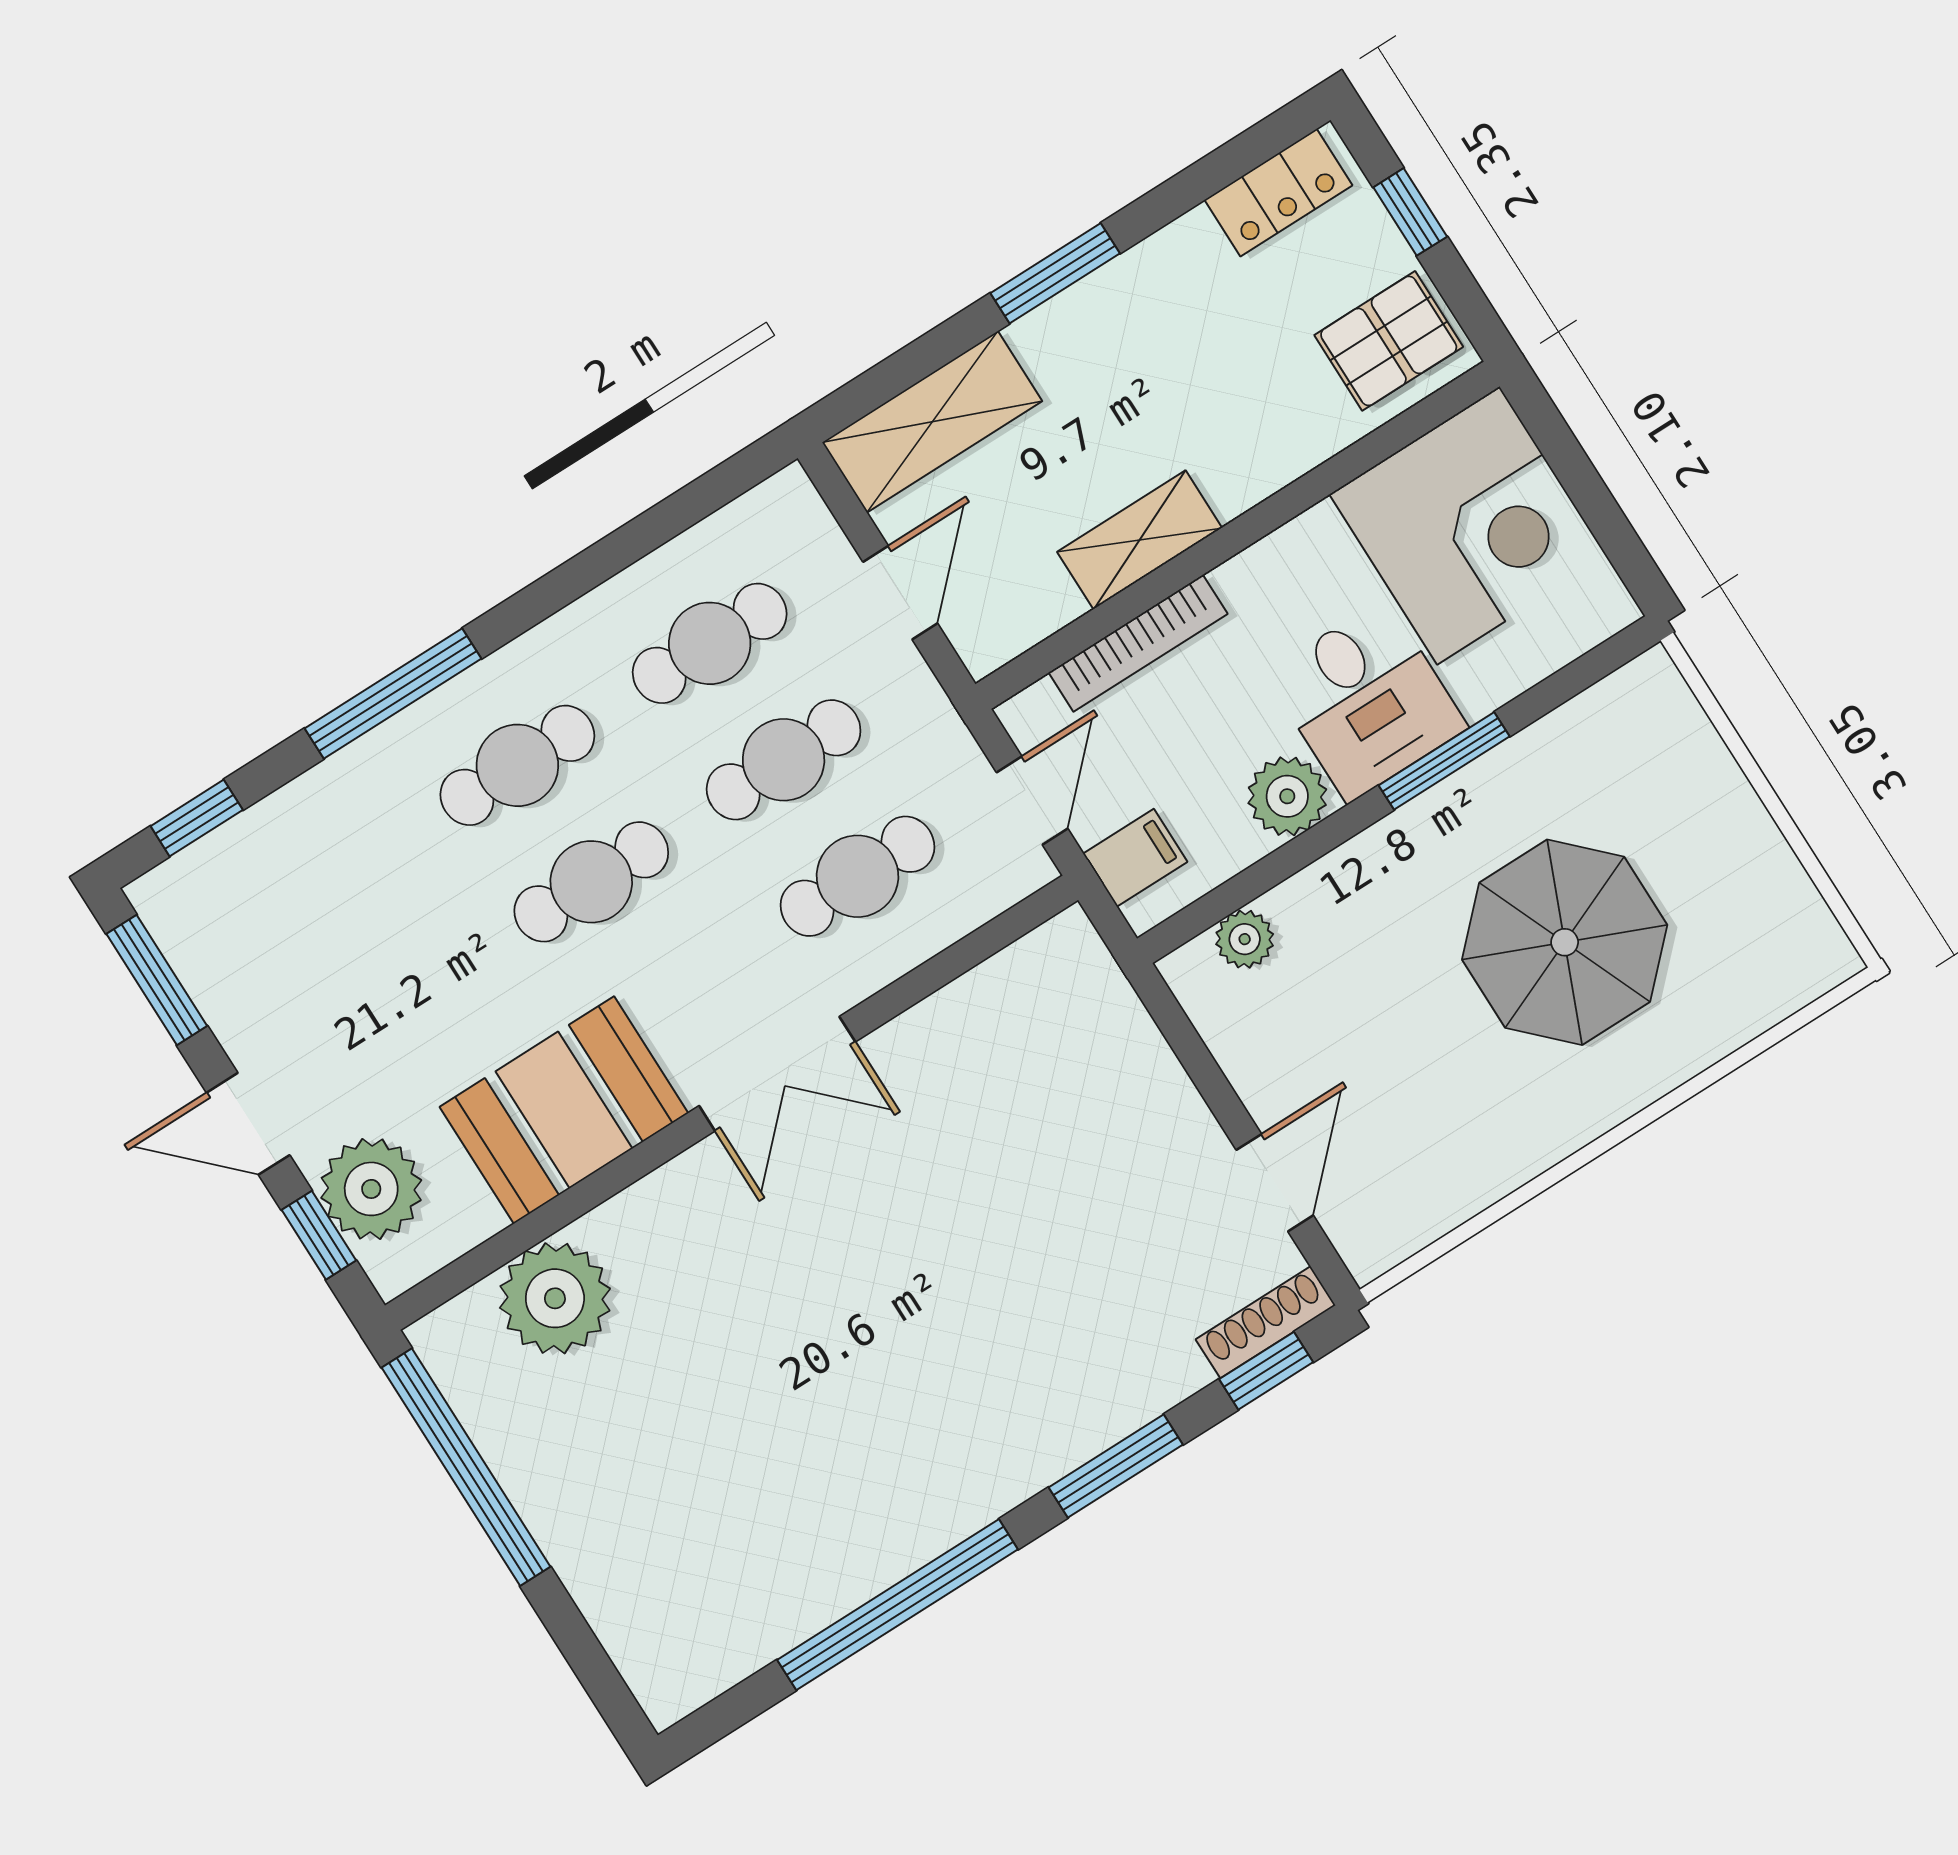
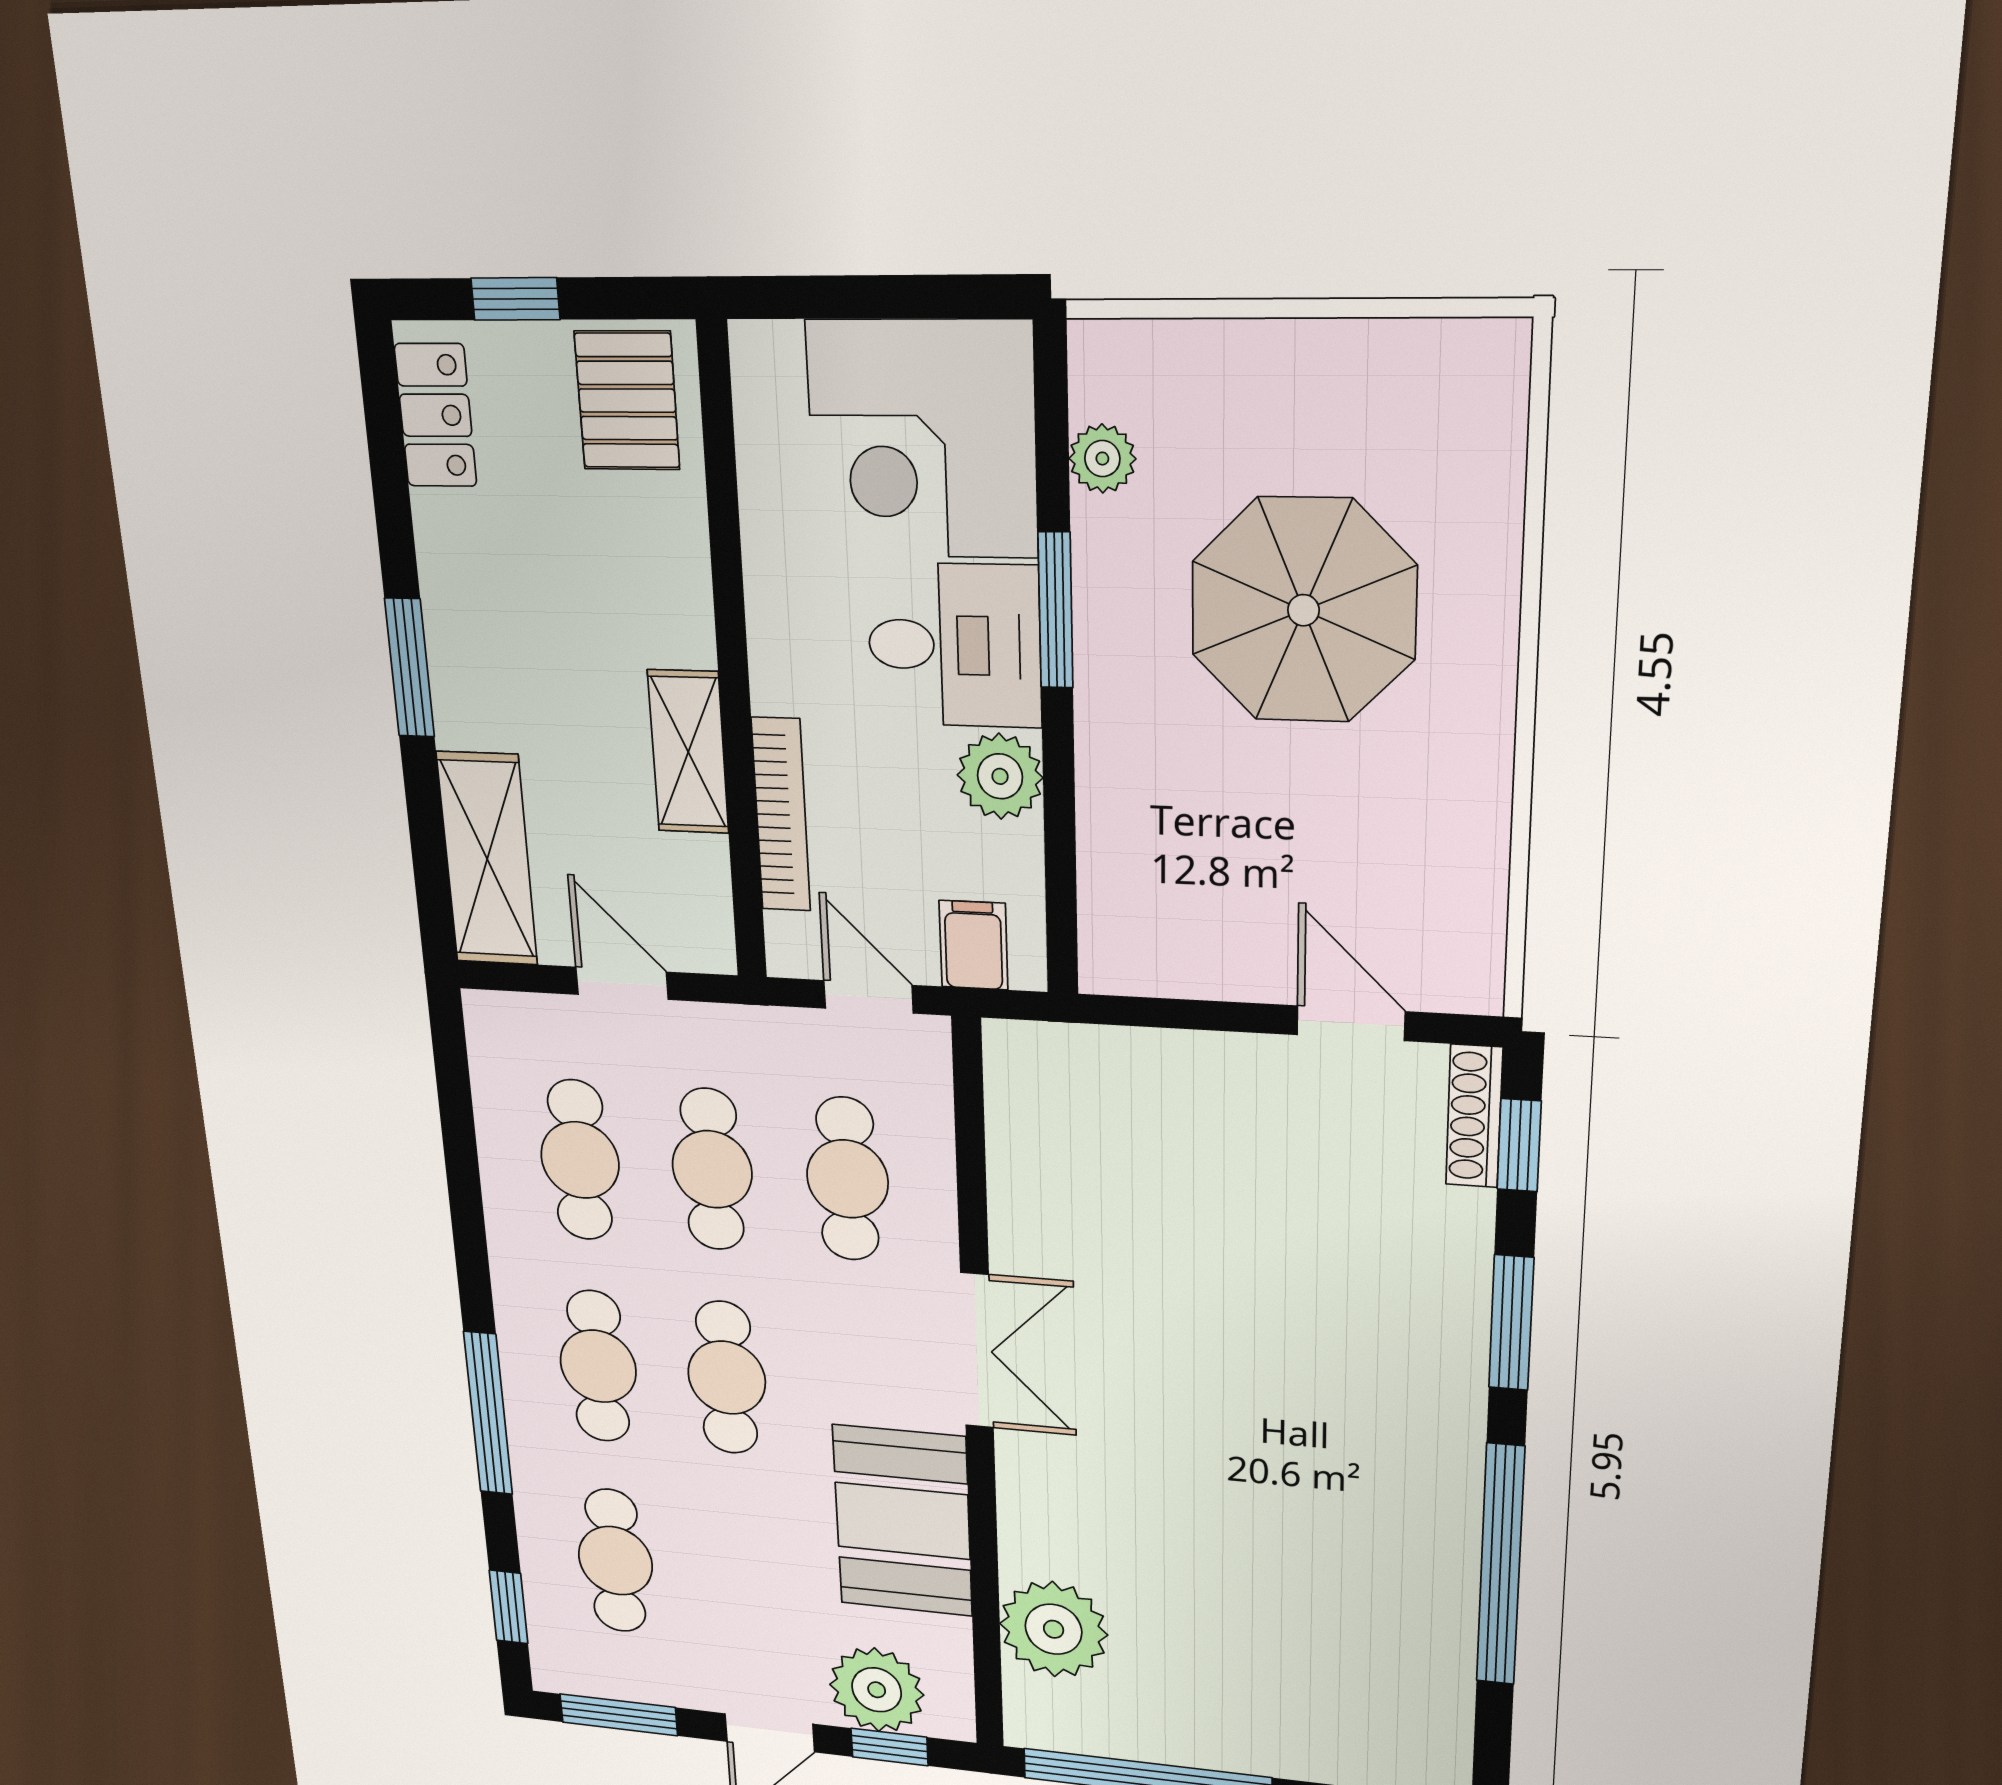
corner desk: (1468, 525) -> (922, 440), moved, turned 180
cafe table: (325, 887) -> (615, 1561), added
plant: (1245, 939) -> (1102, 459), moved

